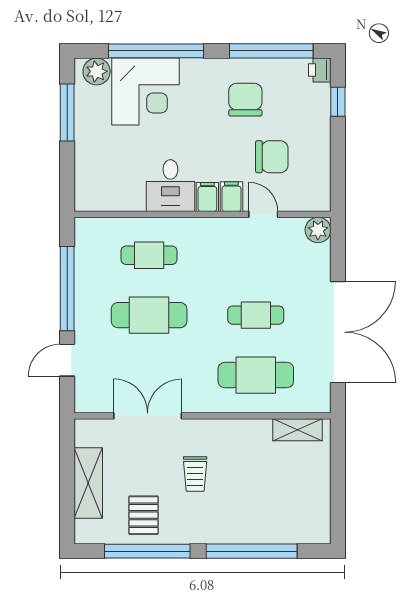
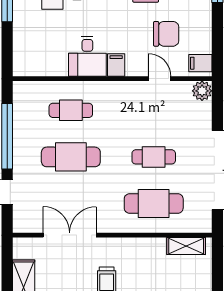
filing cabinet: (231, 197) -> (200, 63), moved, turned -90

